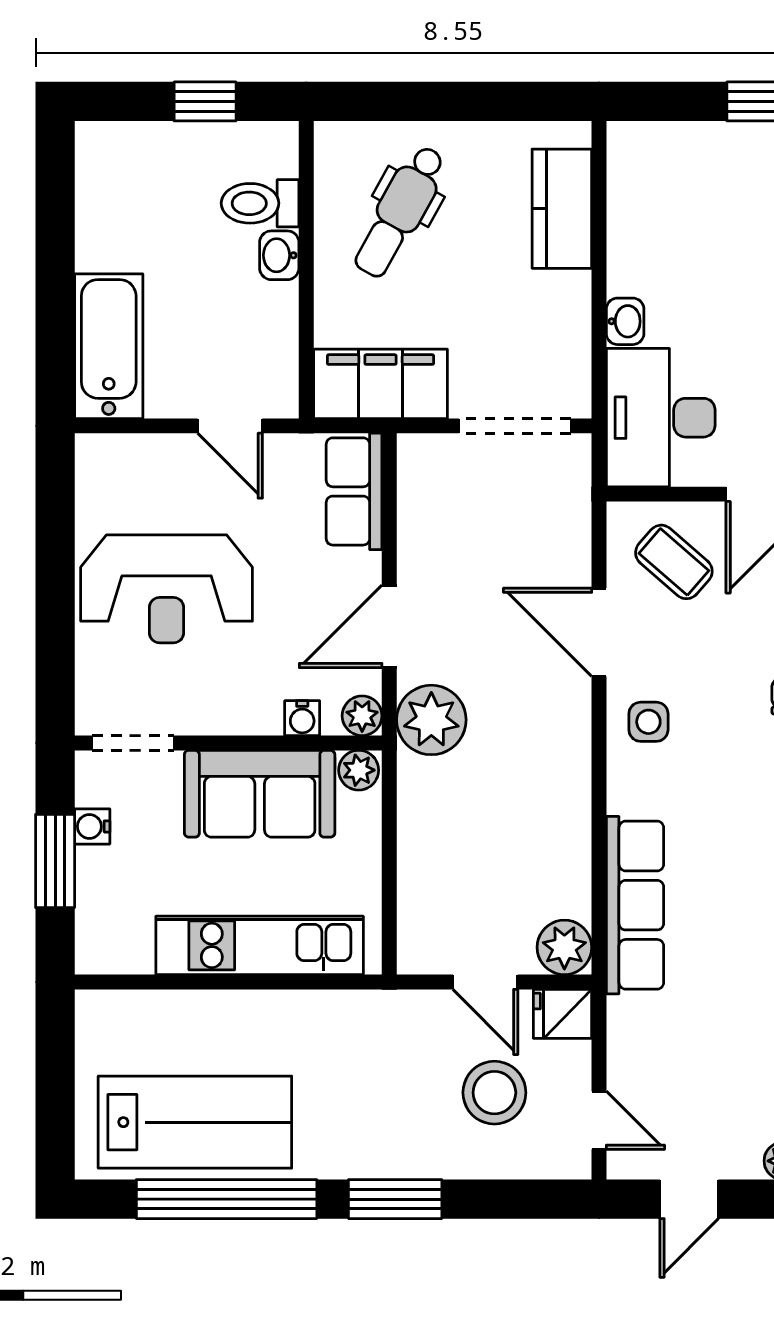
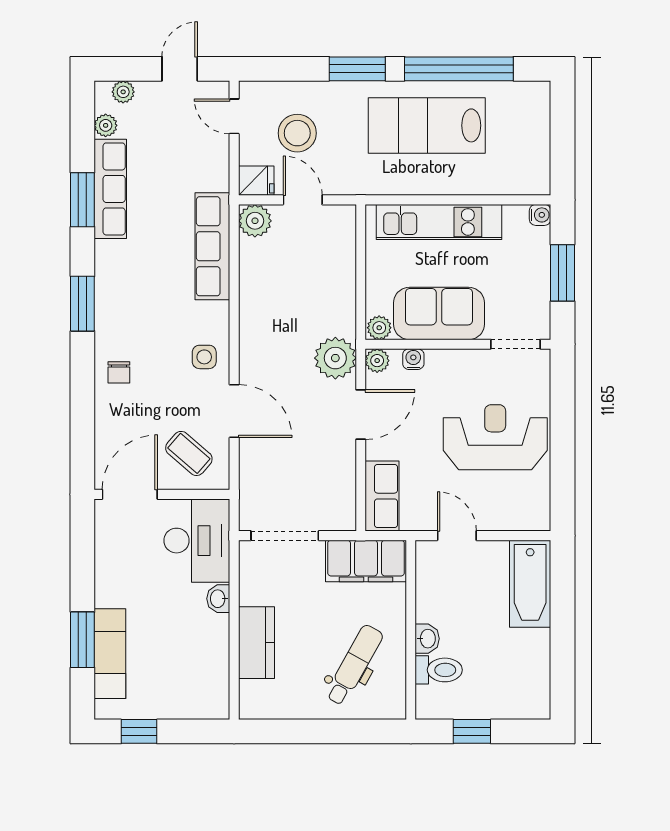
kitchen counter: (562, 209) -> (256, 643), moved
water cooler: (92, 826) -> (540, 215), moved
lab bench: (195, 1122) -> (427, 125), moved

